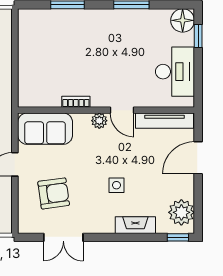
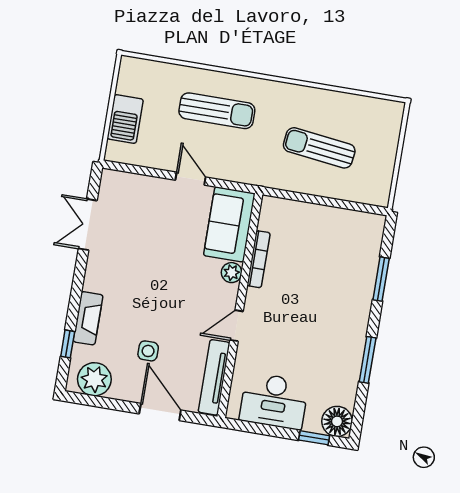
bookcase: (76, 102) -> (259, 259), width x1.56
plant: (99, 121) -> (232, 273), moved
side table: (116, 185) -> (148, 351), moved
armchair: (54, 193) -> (145, 221), removed
window: (178, 237) -> (68, 344), moved

